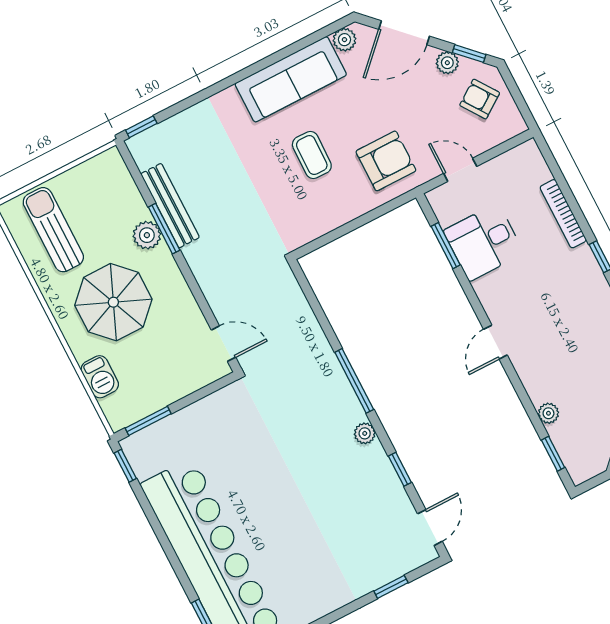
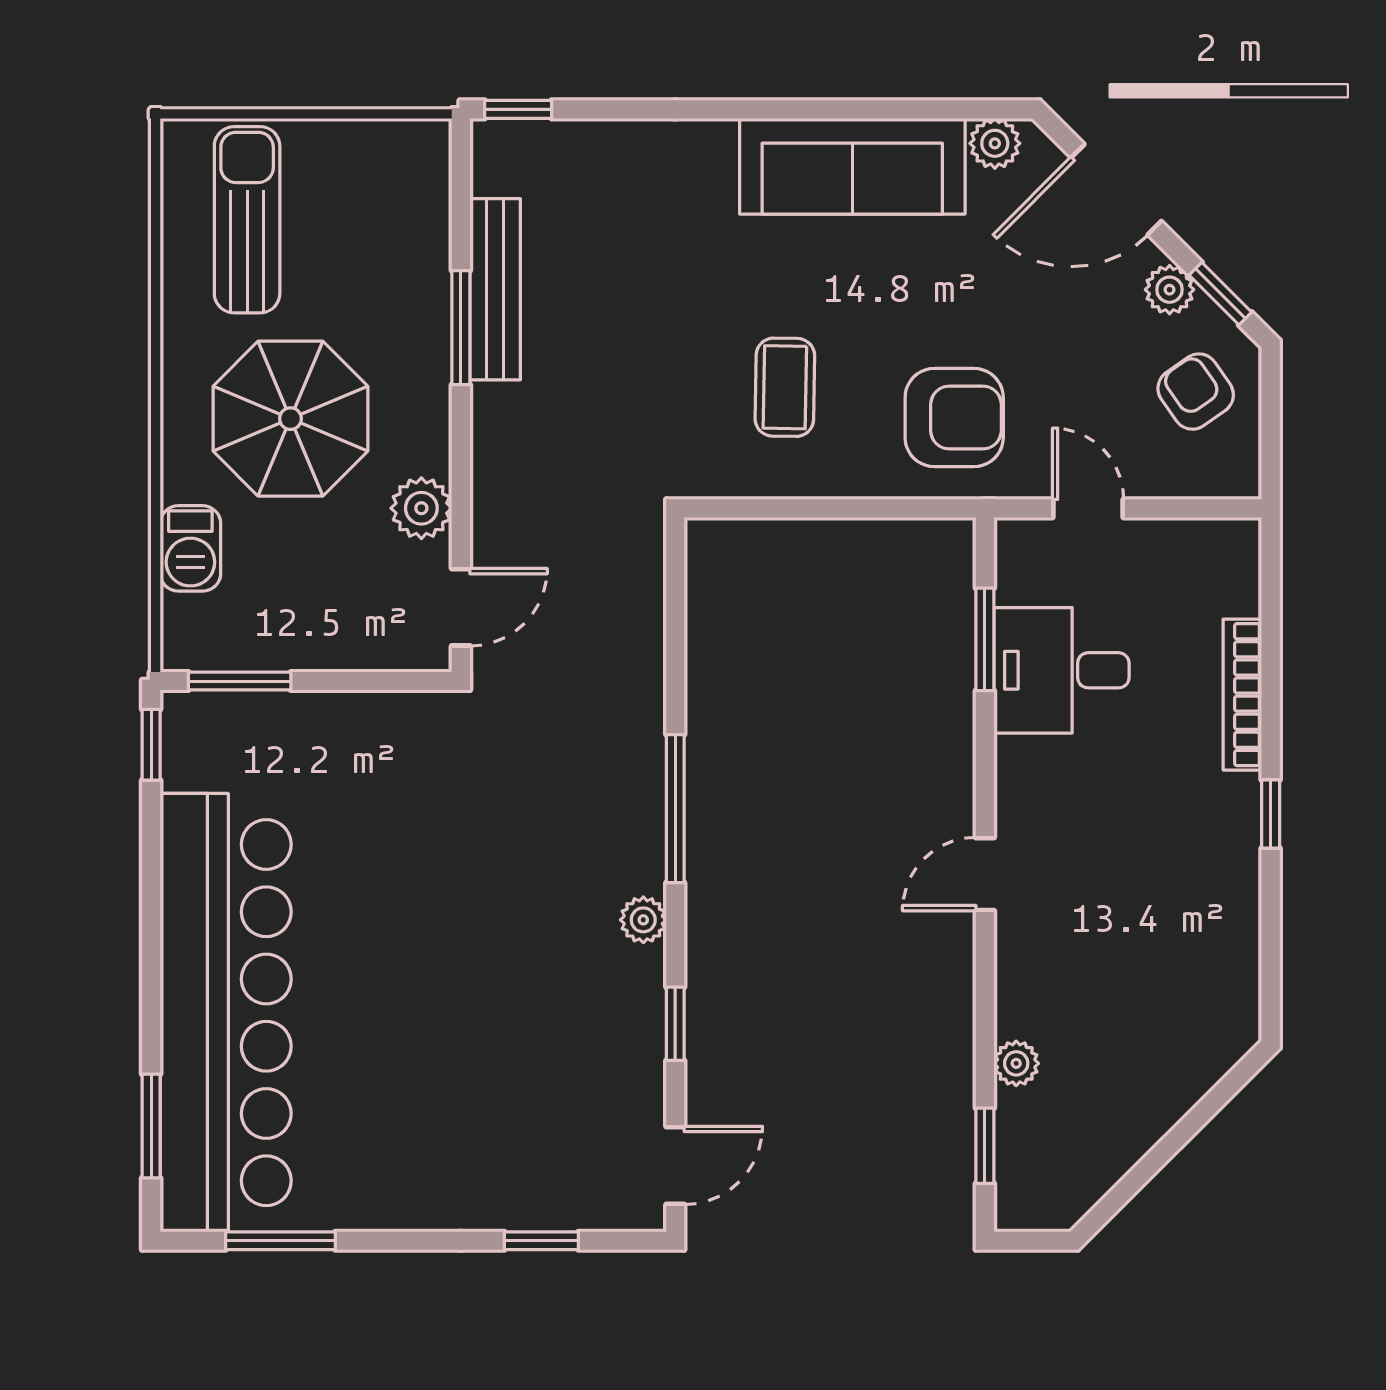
coffee table: (312, 155) -> (785, 387), moved
plant: (147, 235) -> (421, 508), moved
door: (223, 344) -> (461, 607), hinge flipped

